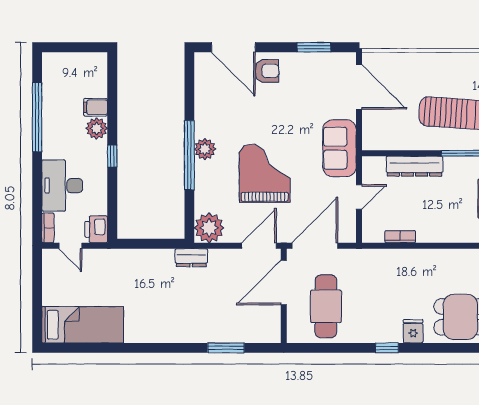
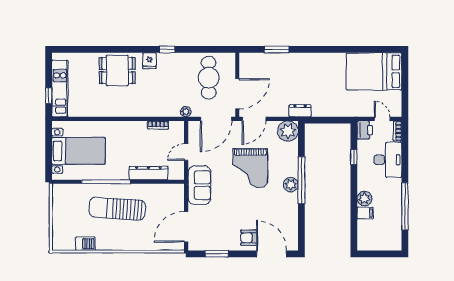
door: (359, 87) -> (186, 227), hinge flipped
window: (112, 156) -> (354, 157), moved
plant: (360, 256) -> (186, 112), added
bed: (83, 325) -> (374, 71), width x1.50

